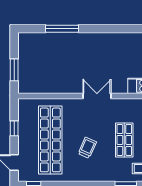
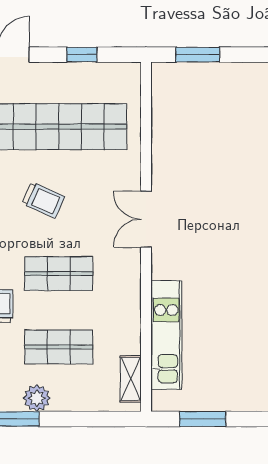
double door: (97, 96) -> (146, 219), swing flipped

